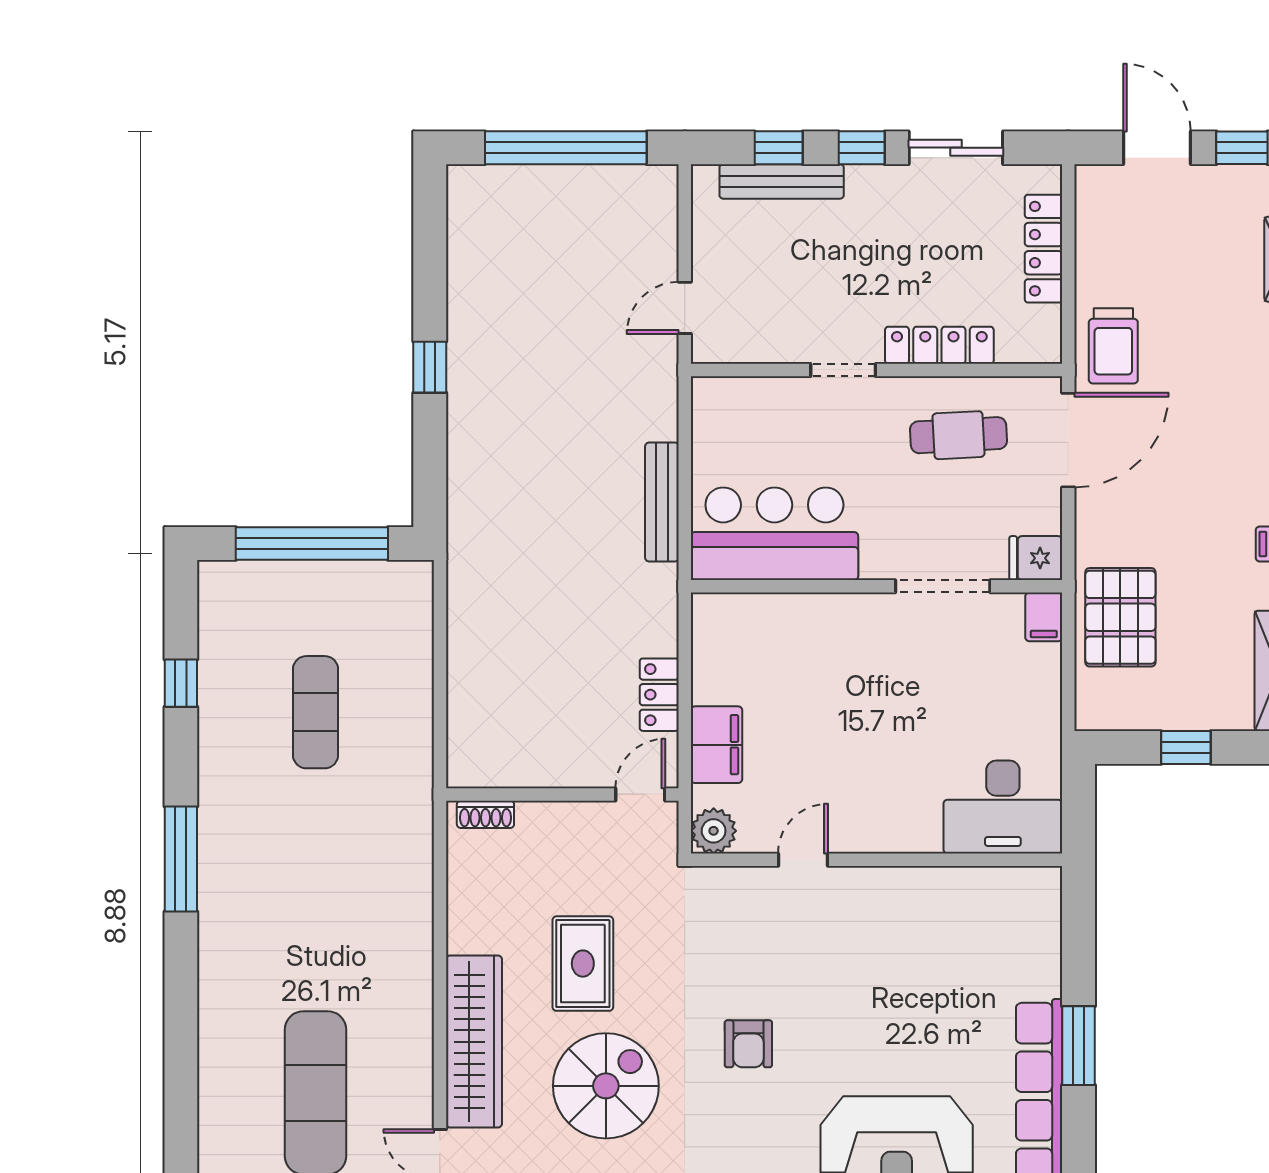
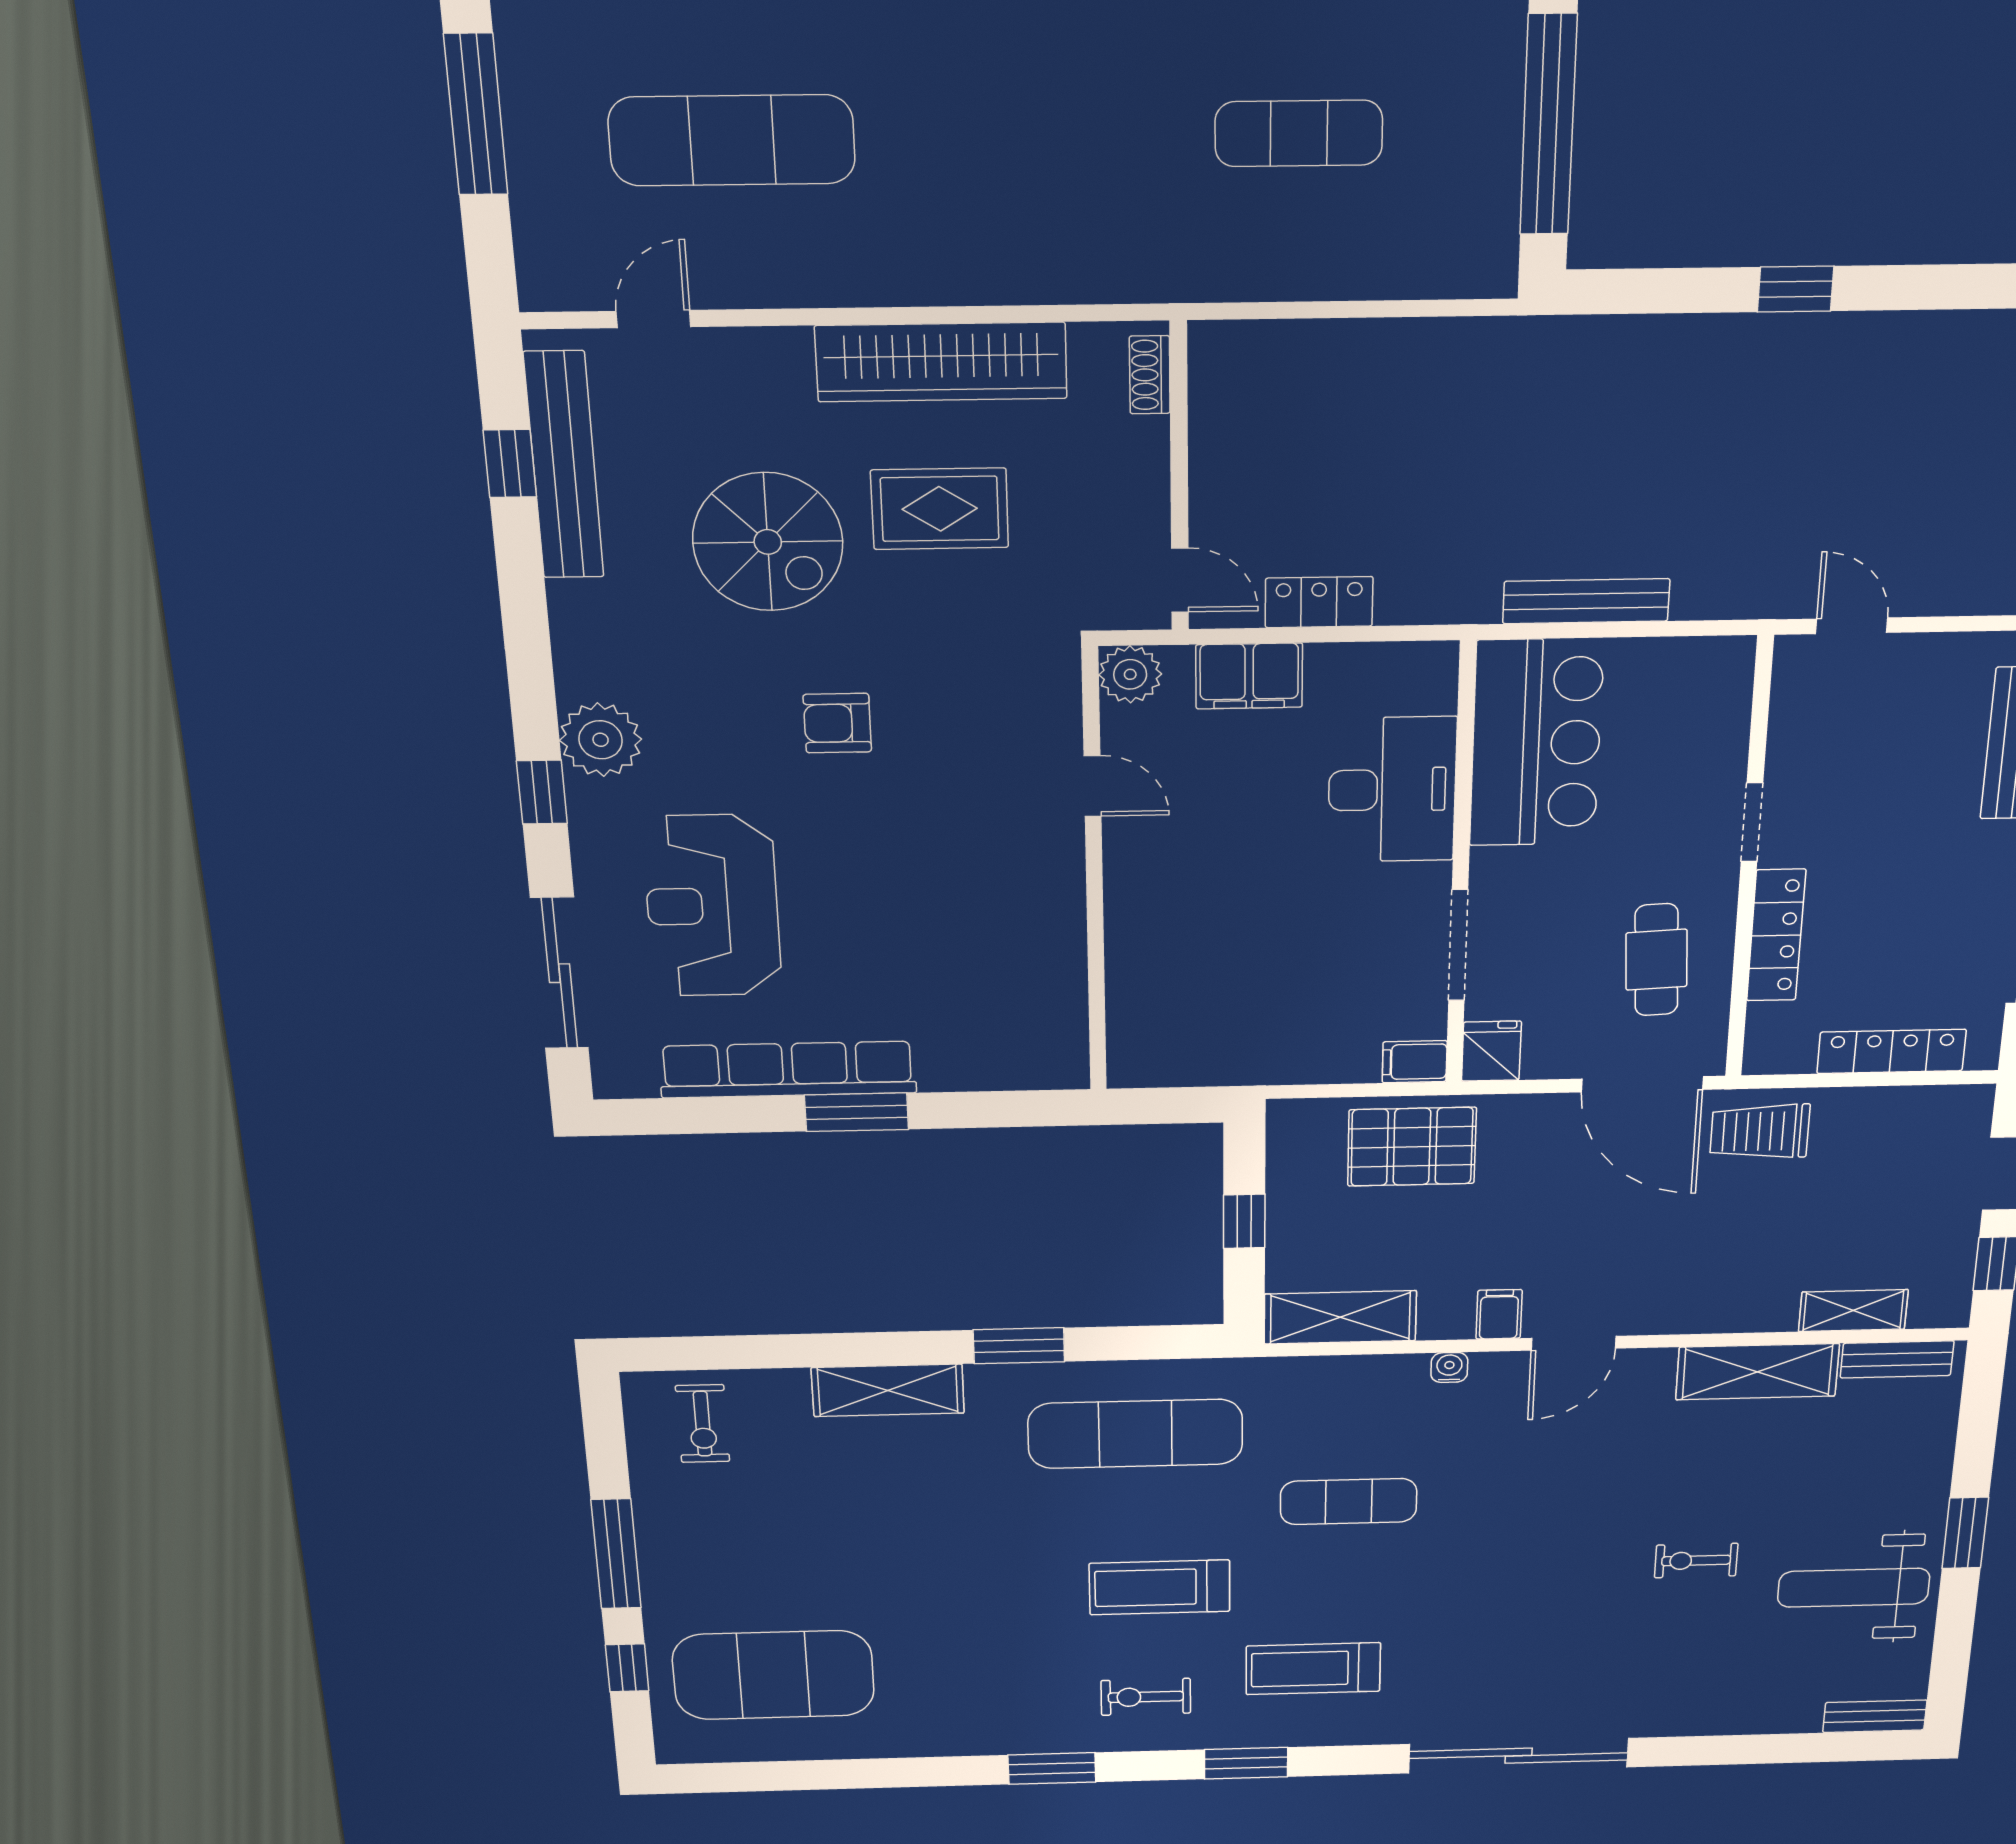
desk: (1003, 807) -> (1392, 790), moved, turned 180
wardrobe: (474, 1042) -> (941, 362), moved

